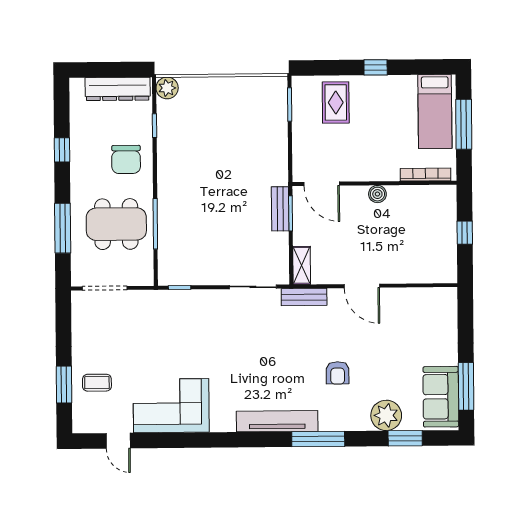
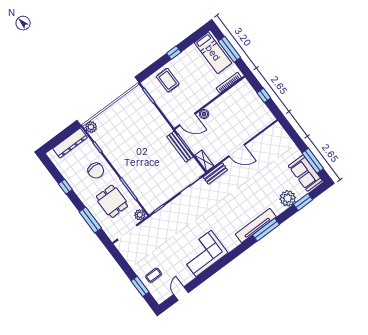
boiler: (377, 194) -> (204, 114), moved
bench: (280, 209) -> (180, 147), width x1.36
dining table: (116, 224) -> (112, 201), width x0.73
plant: (144, 276) -> (140, 215), added
armchair: (338, 373) -> (254, 195), removed
corner sofa: (171, 406) -> (204, 254), moved
tv unit: (277, 421) -> (256, 225), moved
door: (118, 441) -> (181, 293), swing flipped

